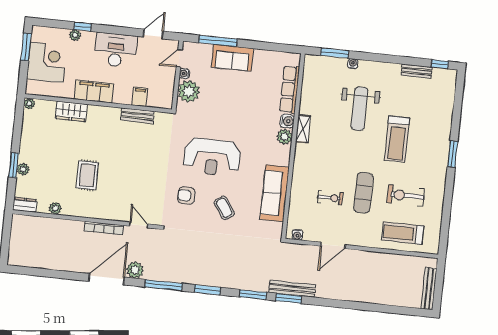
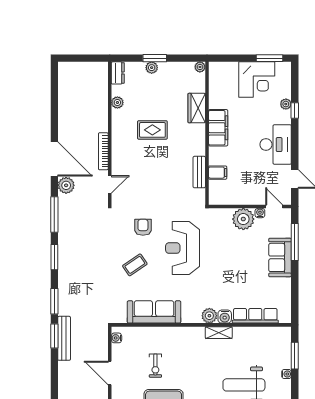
filing cabinet: (94, 91) -> (218, 128), moved
filing cabinet: (140, 97) -> (218, 173), moved
plant: (29, 104) -> (200, 67), moved
wall: (98, 104) -> (207, 133), moved
wardrobe: (71, 111) -> (197, 108), moved
bench: (137, 116) -> (199, 172), moved

